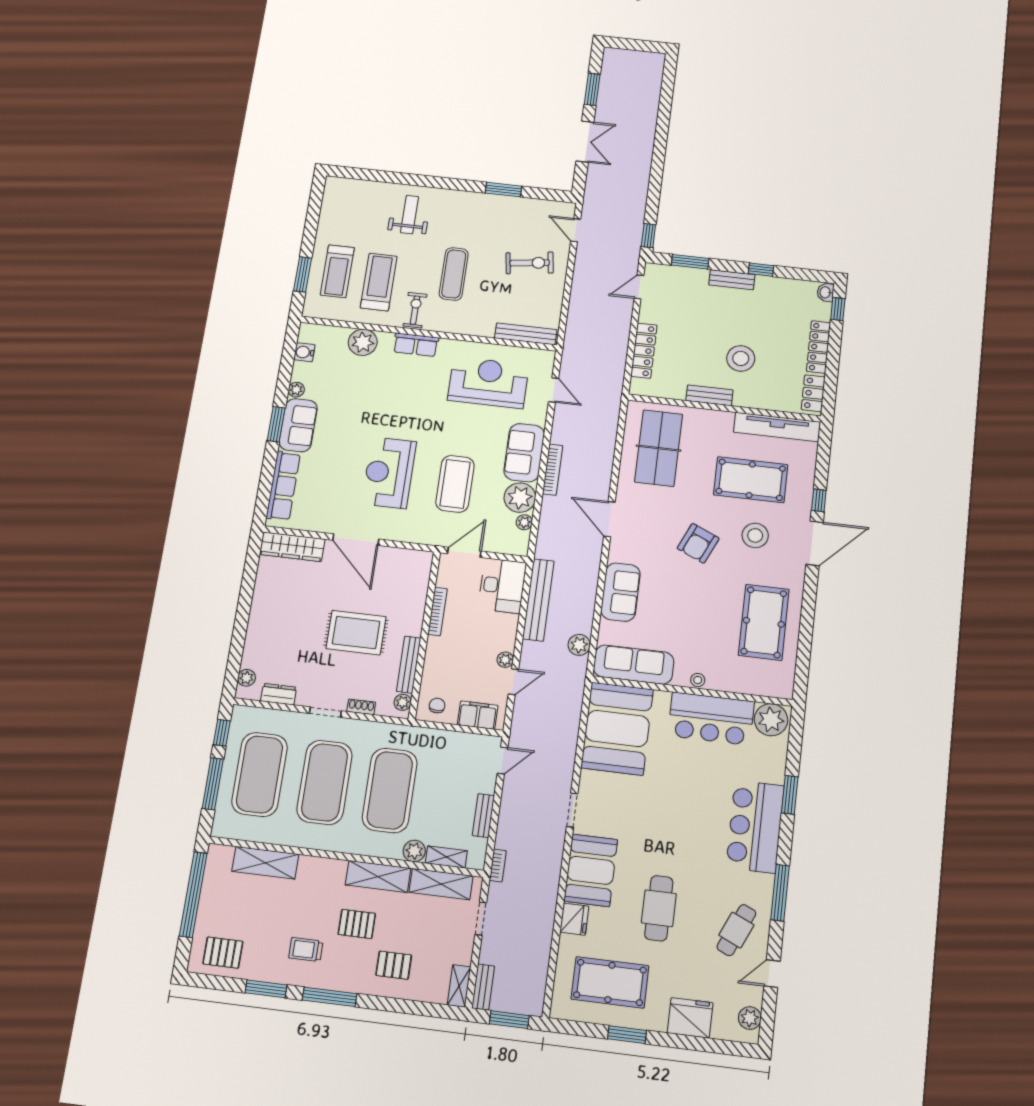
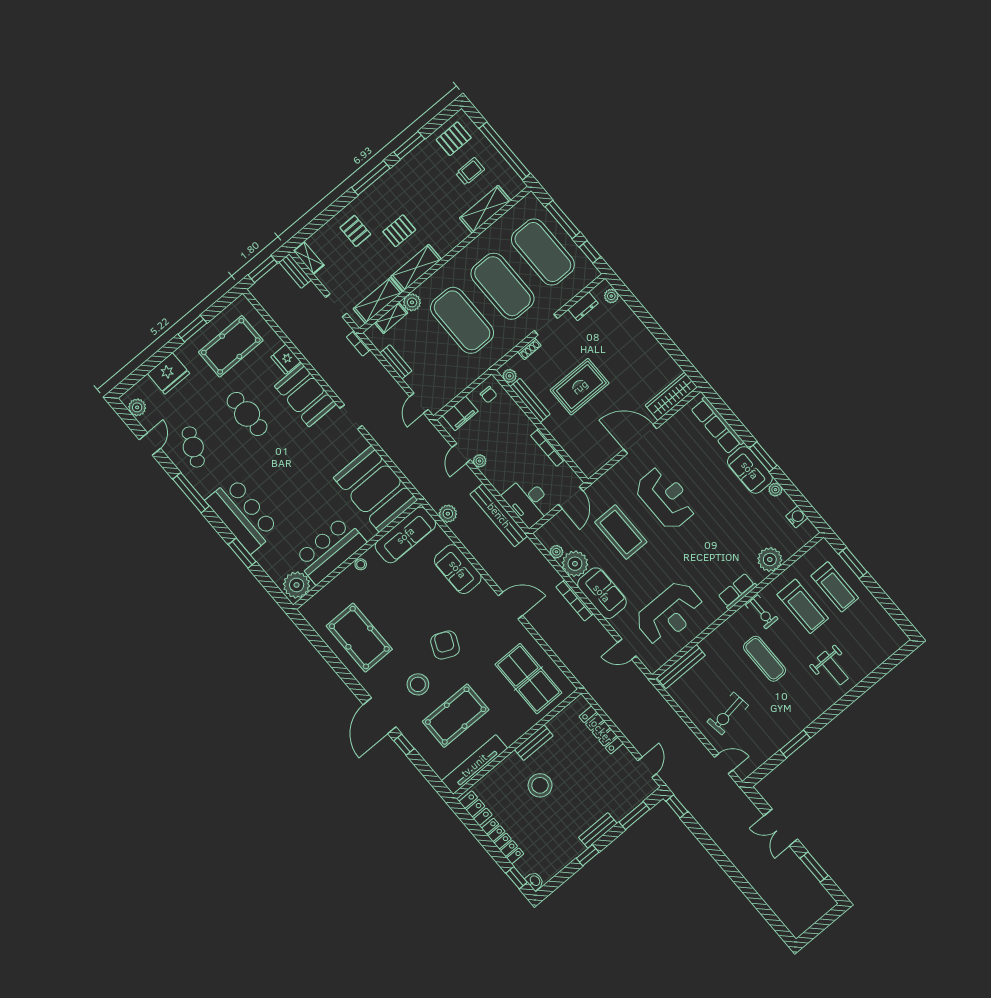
treadmill: (337, 271) -> (835, 587), turned 180
trolley: (306, 950) -> (470, 171), moved
pallet: (394, 965) -> (355, 231), turned 90

